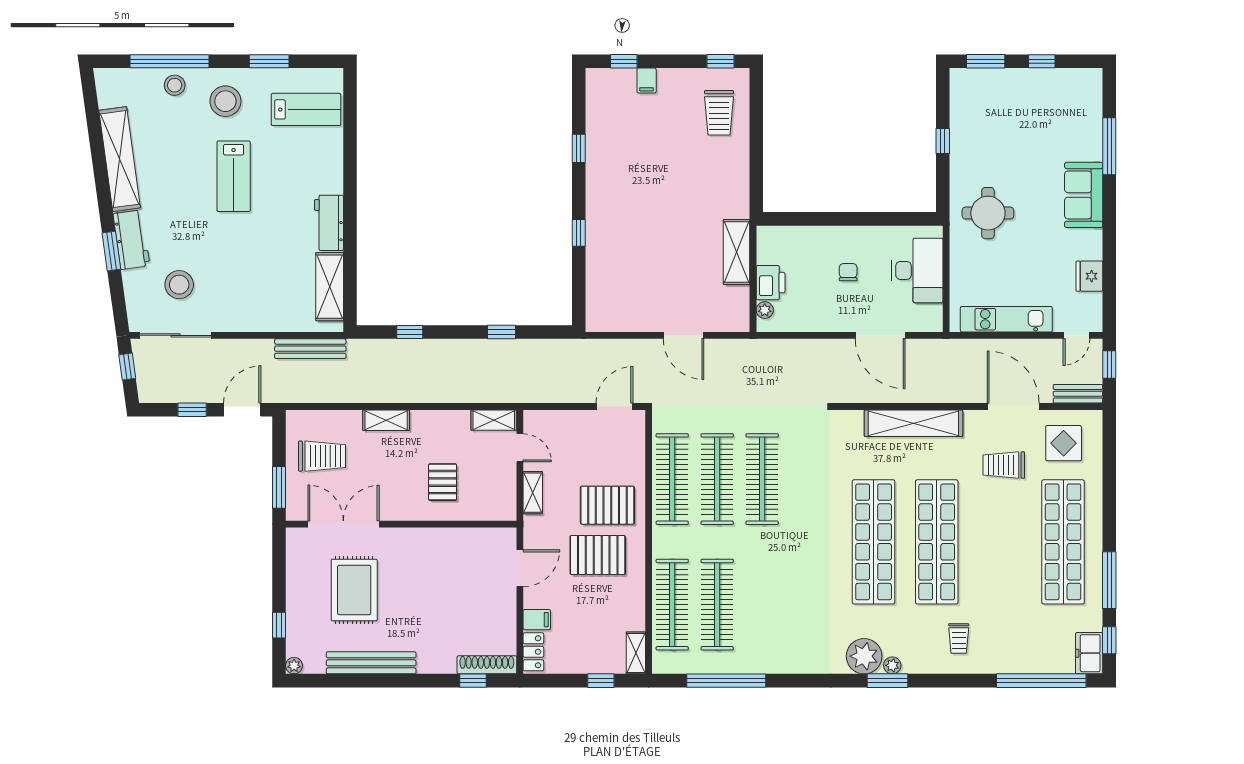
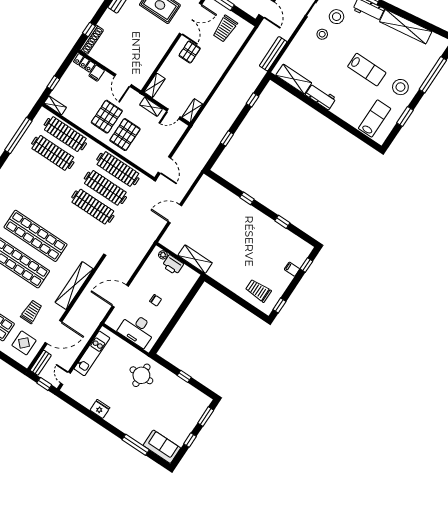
stool: (175, 85) -> (322, 34), moved
lab bench: (306, 109) -> (375, 118), turned 180
lab bench: (234, 176) -> (367, 70), turned 180
sofa: (1084, 195) -> (162, 447), moved
fridge: (1089, 276) -> (100, 409), moved
shelving: (386, 420) -> (155, 85), moved
pallet: (443, 482) -> (190, 52), moved, turned 90

